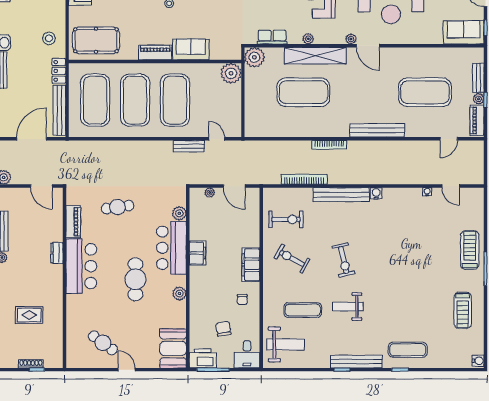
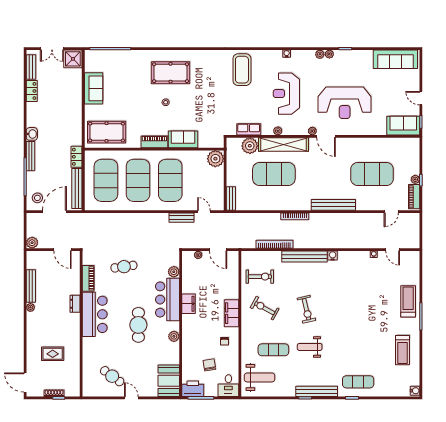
stool: (49, 38) -> (37, 198), moved
plant: (254, 57) -> (250, 146), moved
bench: (478, 78) -> (231, 198), moved

